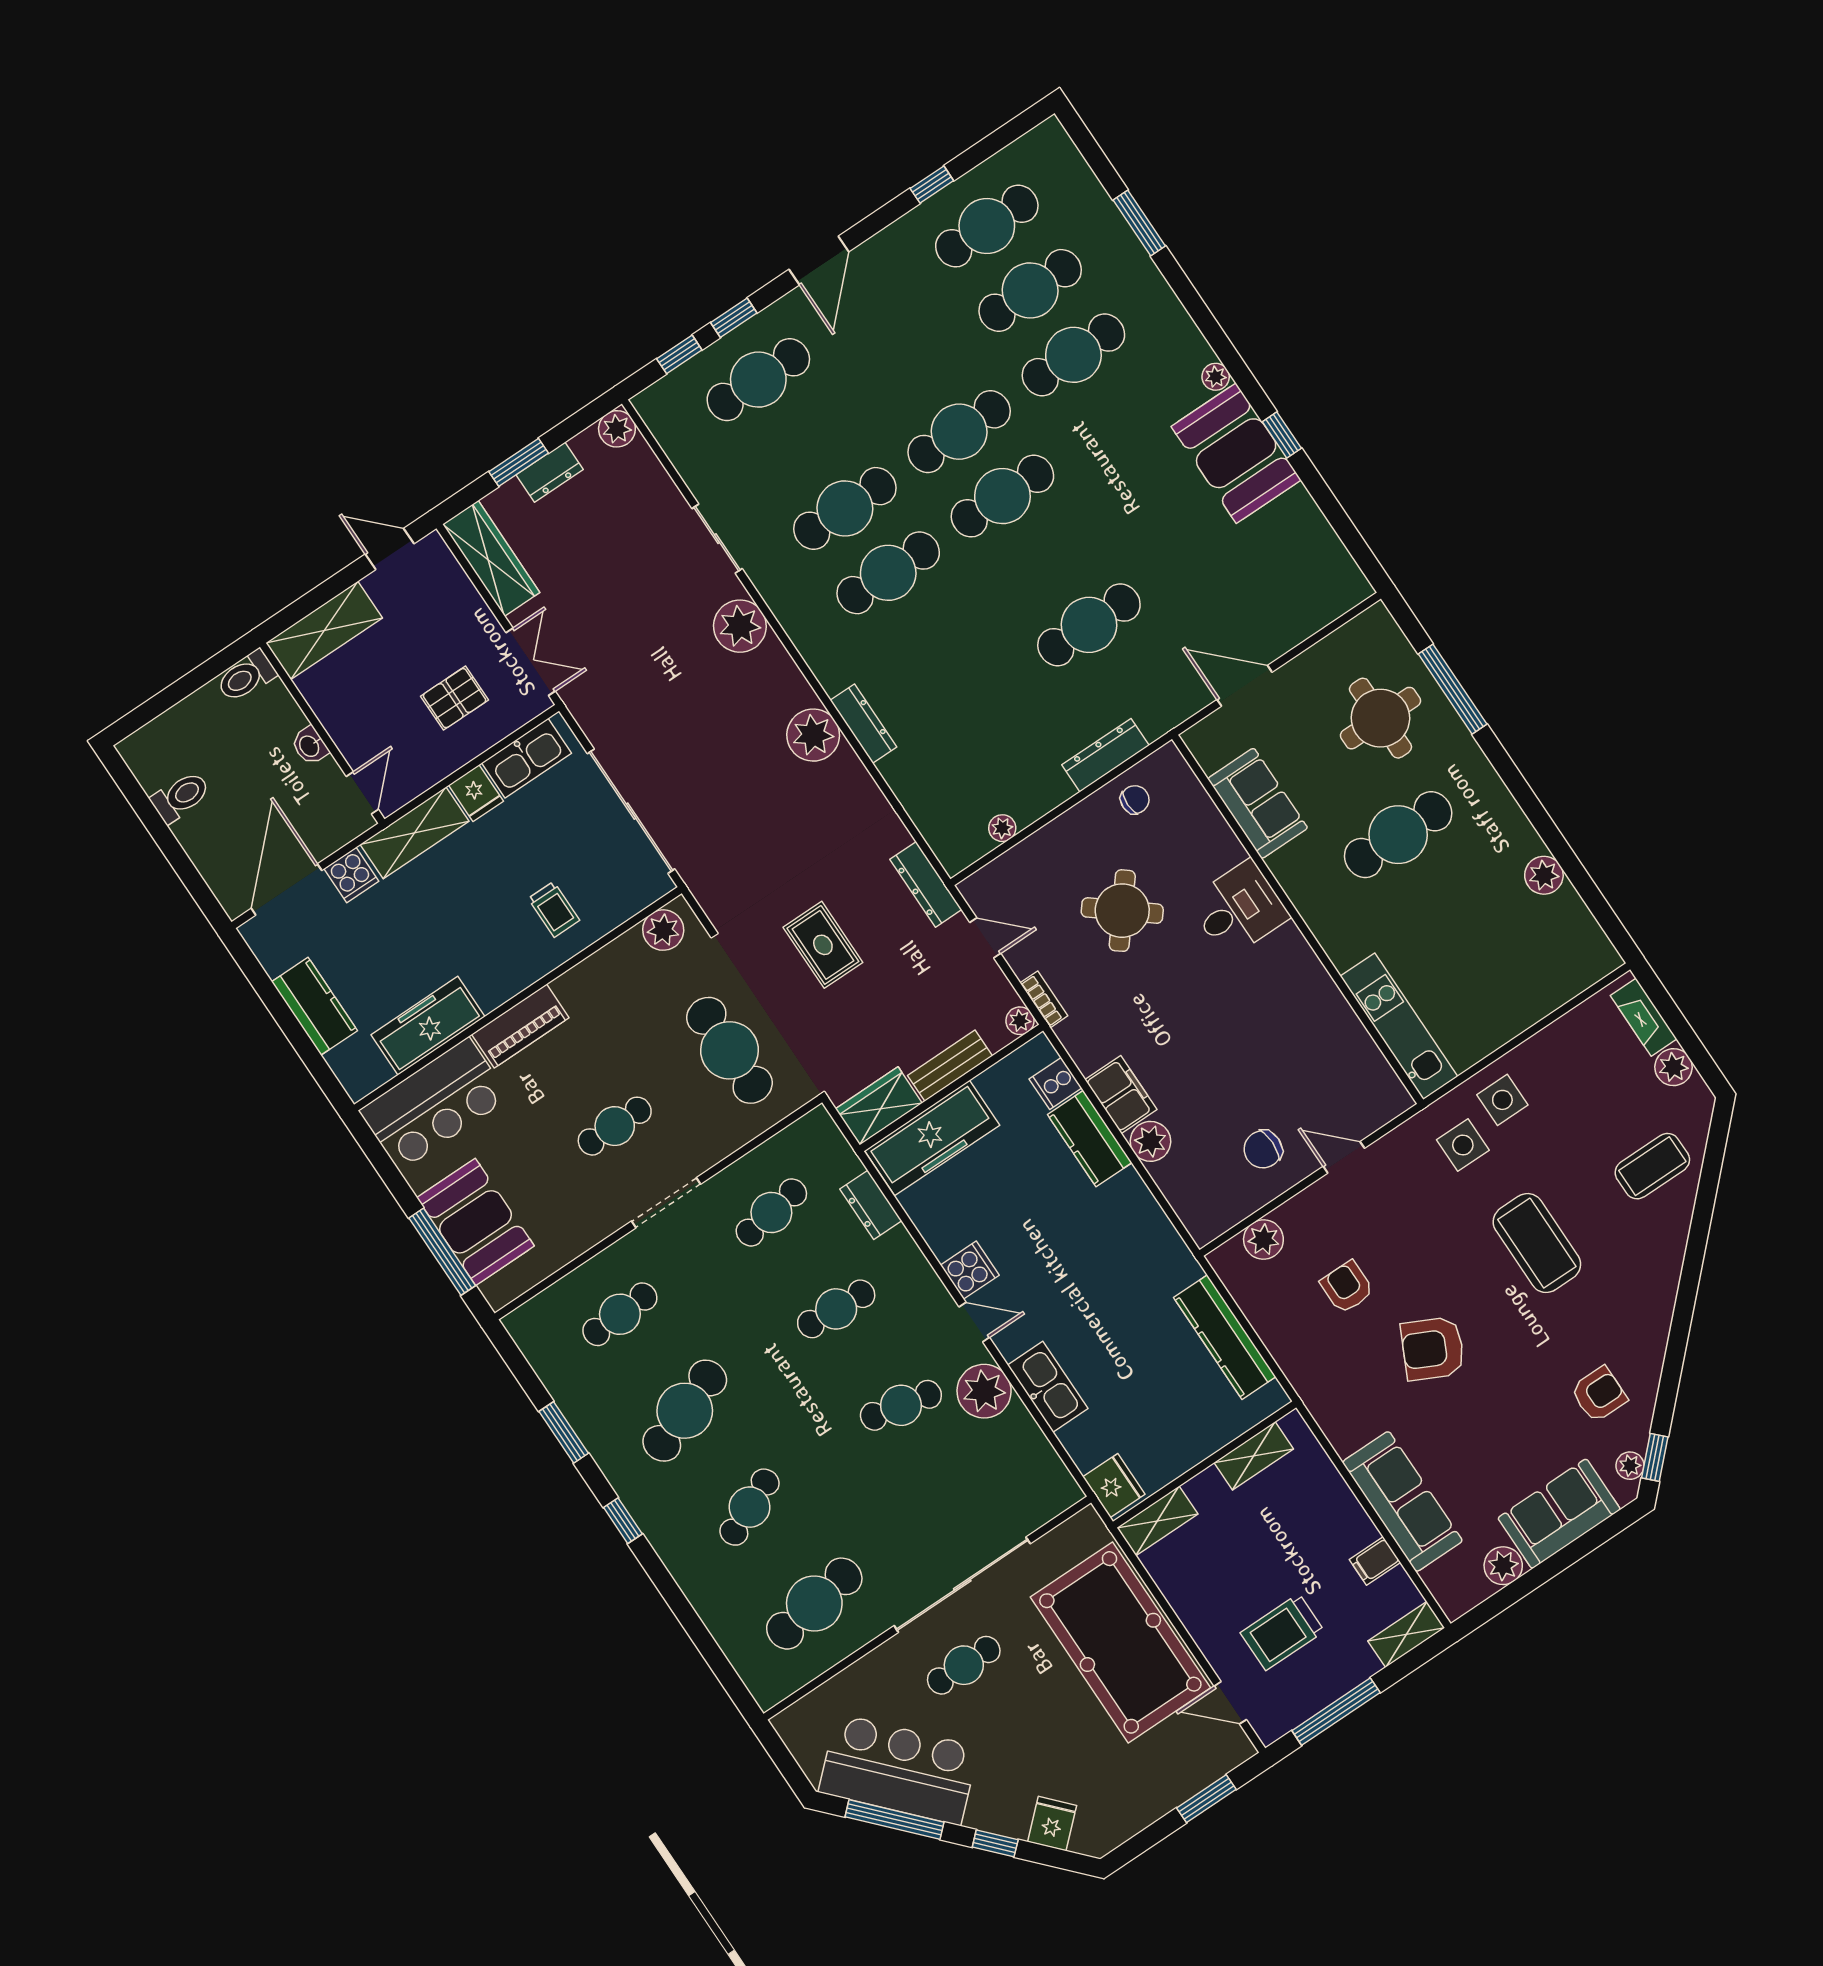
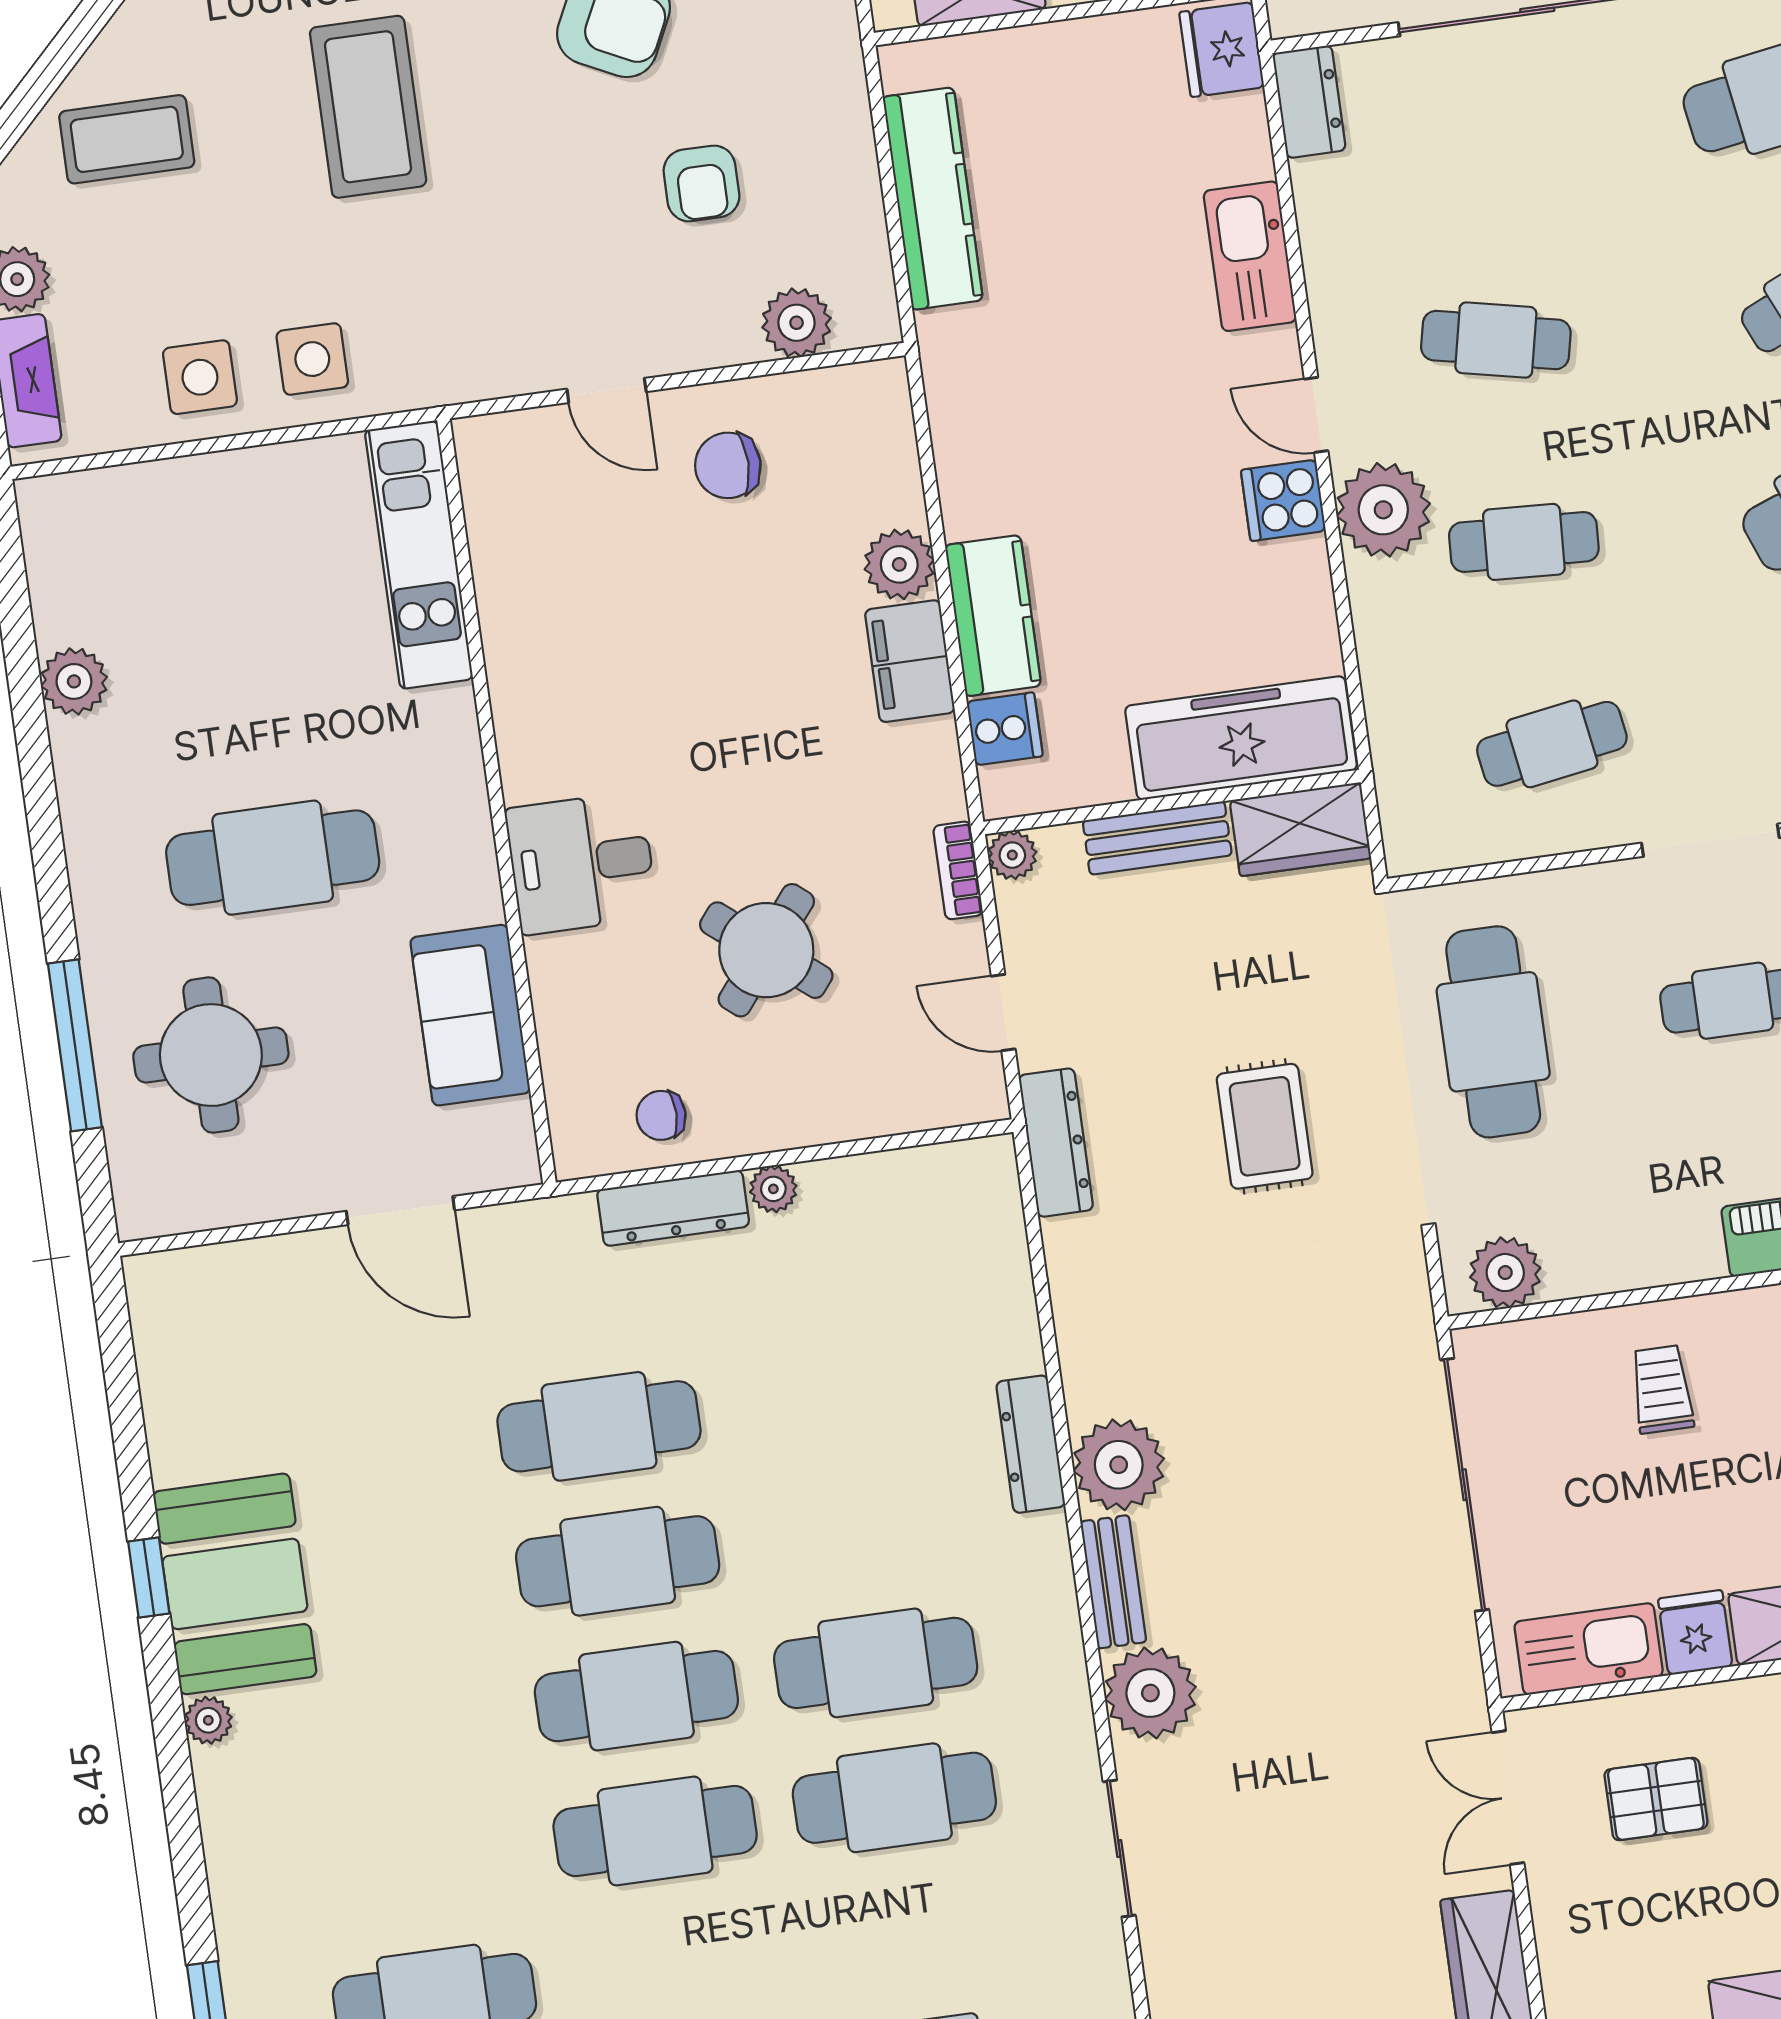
cafe table: (1073, 355) -> (618, 1561), moved
bench: (787, 674) -> (1113, 1582), added
plant: (1002, 828) -> (773, 1189), moved
side table: (1463, 1145) -> (200, 377), moved
chair: (1263, 1149) -> (728, 465), turned 180
dresser: (871, 1205) -> (1309, 102), moved
plant: (984, 1391) -> (1383, 510), moved

